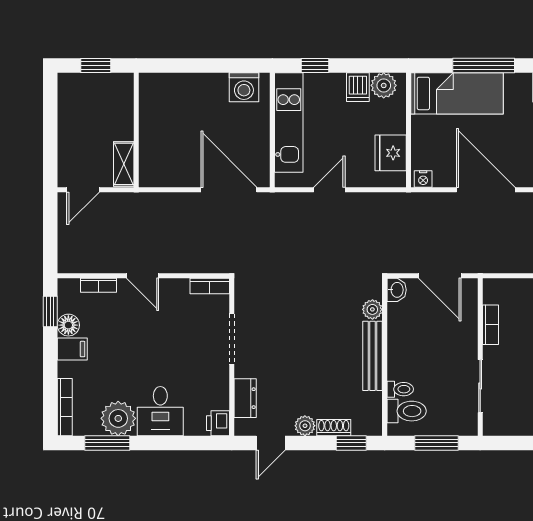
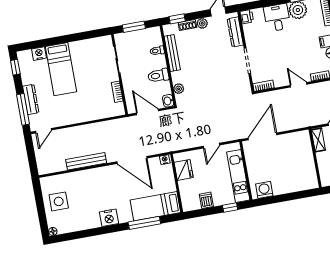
plant: (384, 85) -> (193, 204), removed
door: (229, 190) -> (263, 136), swing flipped
bench: (372, 356) -> (172, 53), moved
dresser: (245, 398) -> (235, 32), width x1.44
toilet: (407, 411) -> (158, 76), moved

